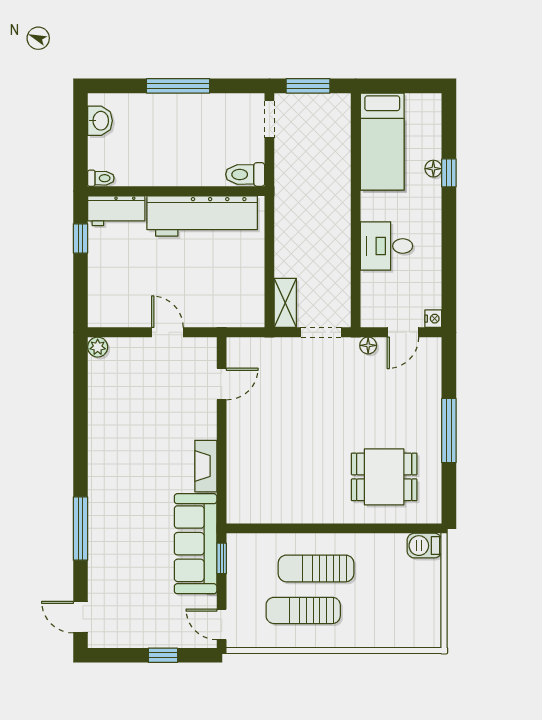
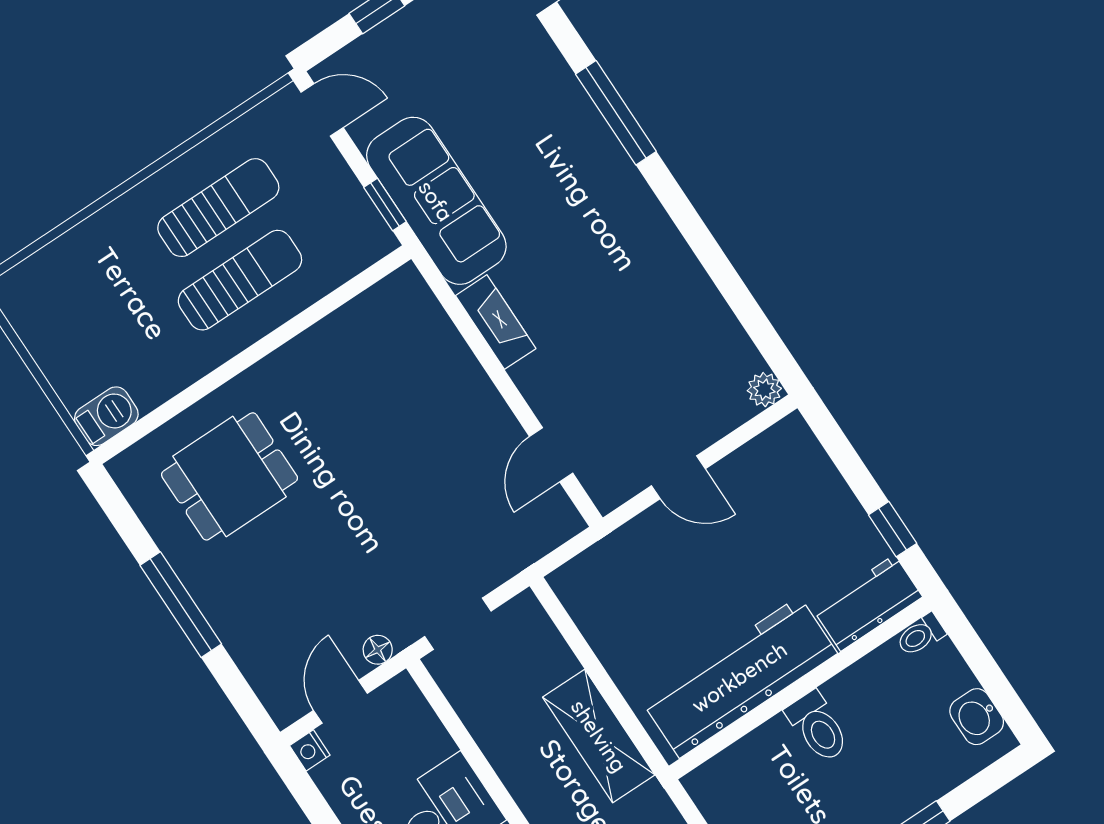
toilet: (245, 174) -> (818, 727), moved, turned 90
shelving: (285, 303) -> (599, 736), moved, width x1.50, depth x1.33

